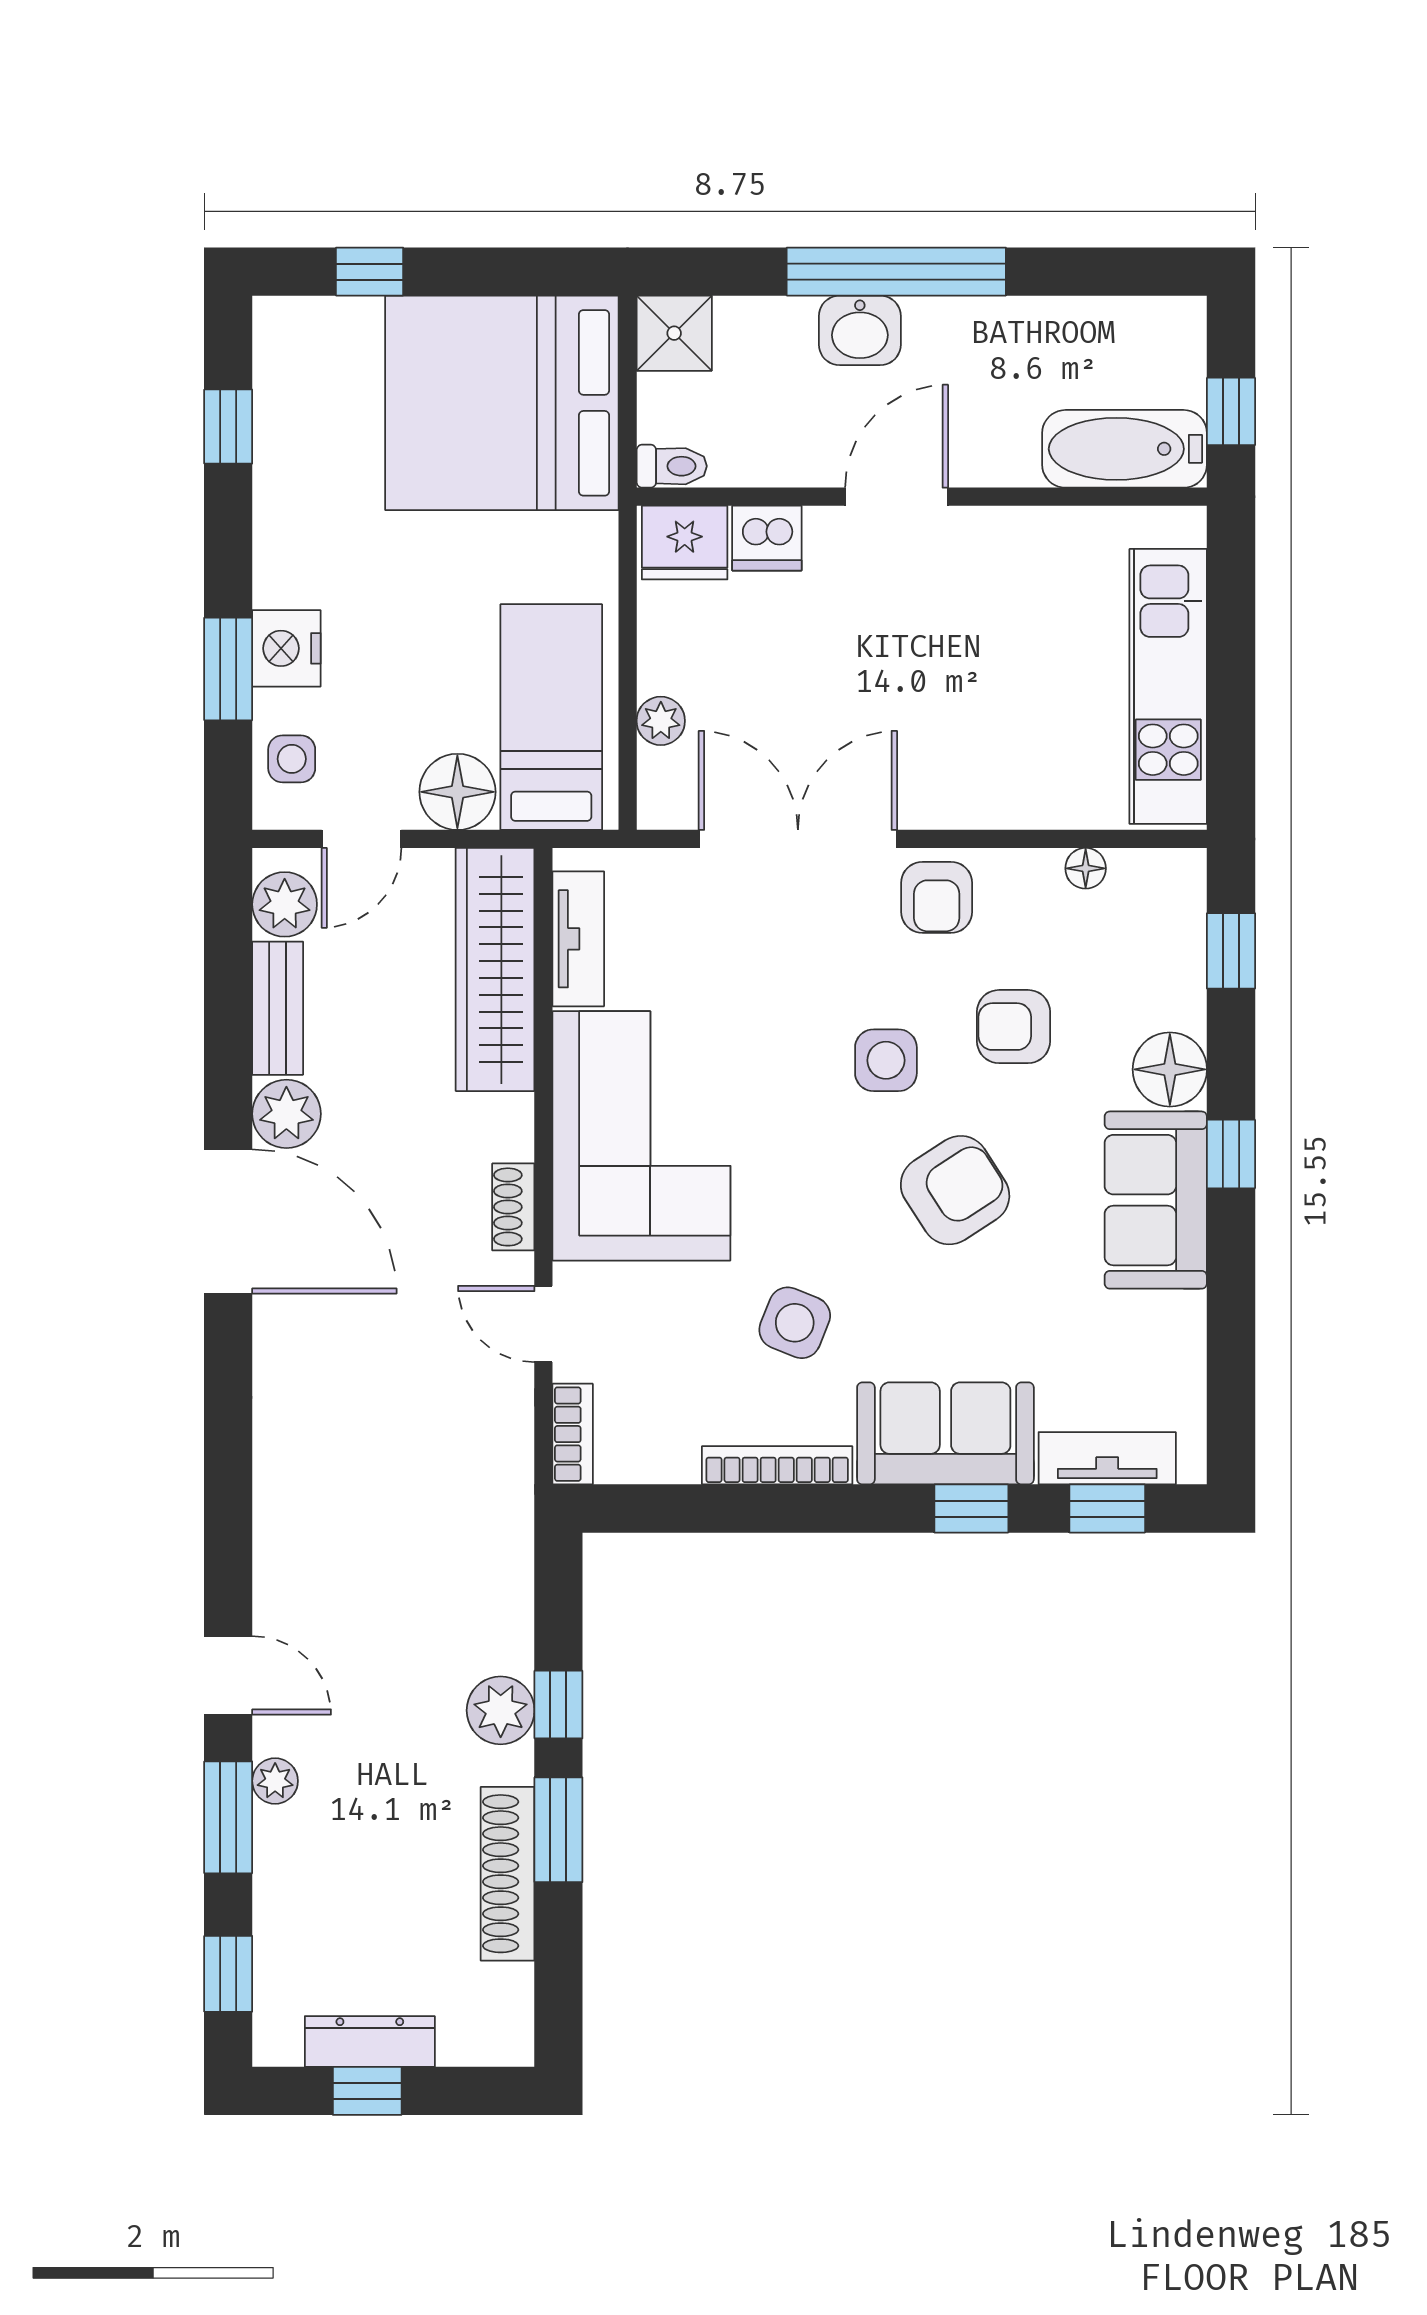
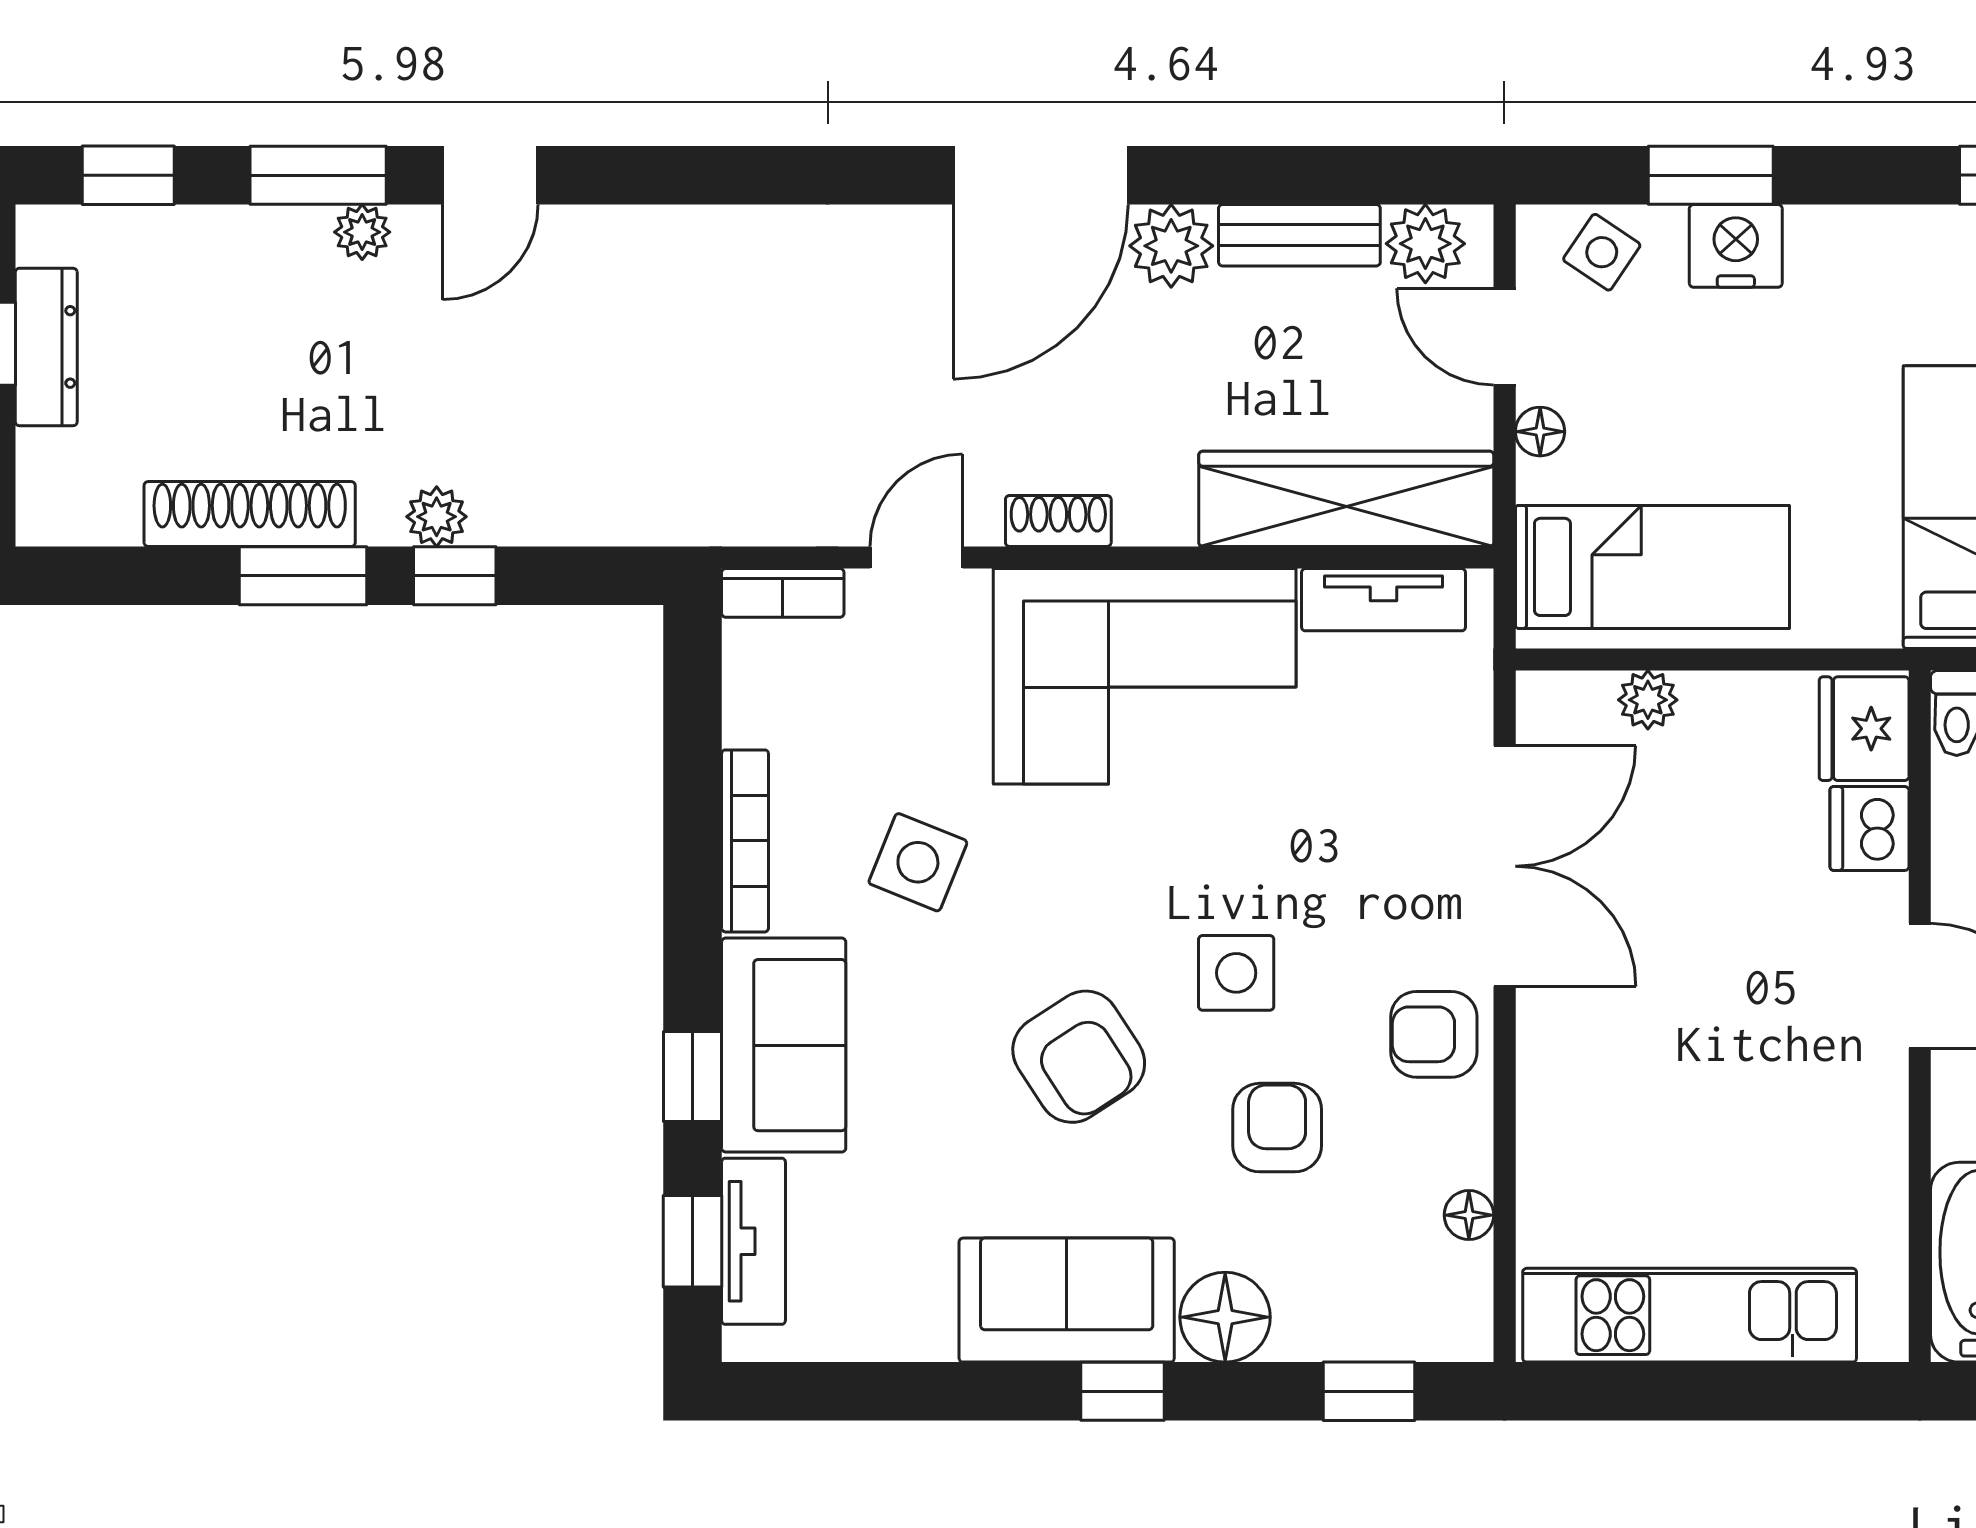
side table: (292, 759) -> (1602, 252), turned 34
floor lamp: (457, 792) -> (1540, 432), width x0.53, depth x0.53
plant: (501, 1710) -> (437, 517), width x0.73, depth x0.73

